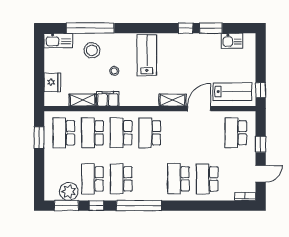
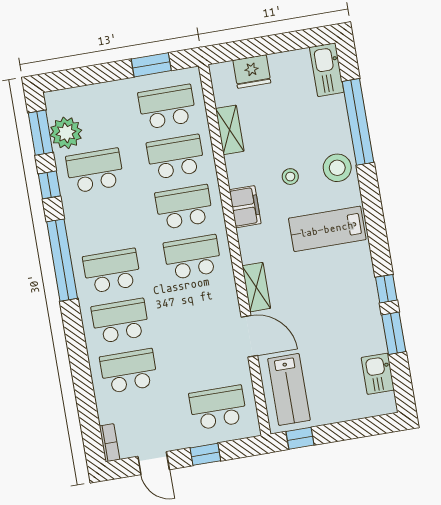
stool: (92, 50) -> (337, 168), moved
lab bench: (147, 55) -> (327, 229), turned 180
filing cabinet: (108, 99) -> (245, 207), moved
school desk: (121, 179) -> (112, 271), moved

